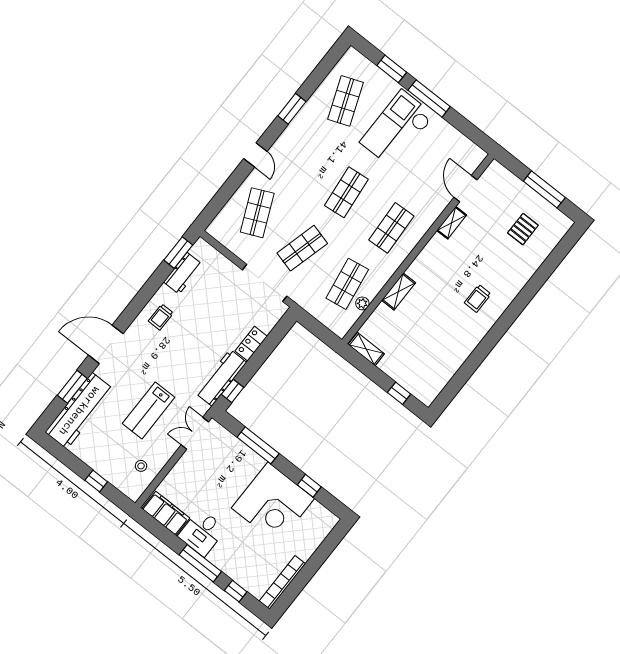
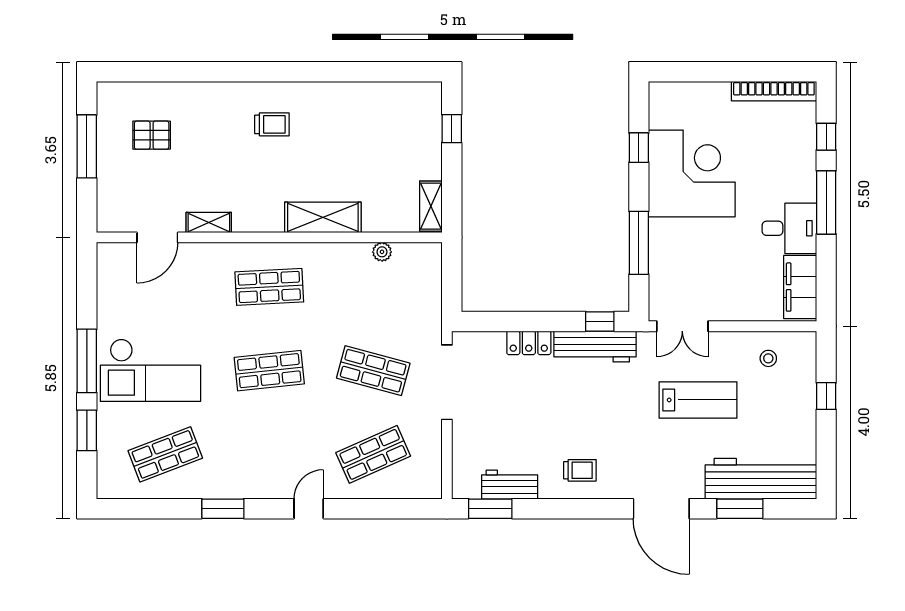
shop shelf: (347, 284) -> (373, 287), removed
shelving: (399, 292) -> (323, 217), width x1.50, depth x1.33

